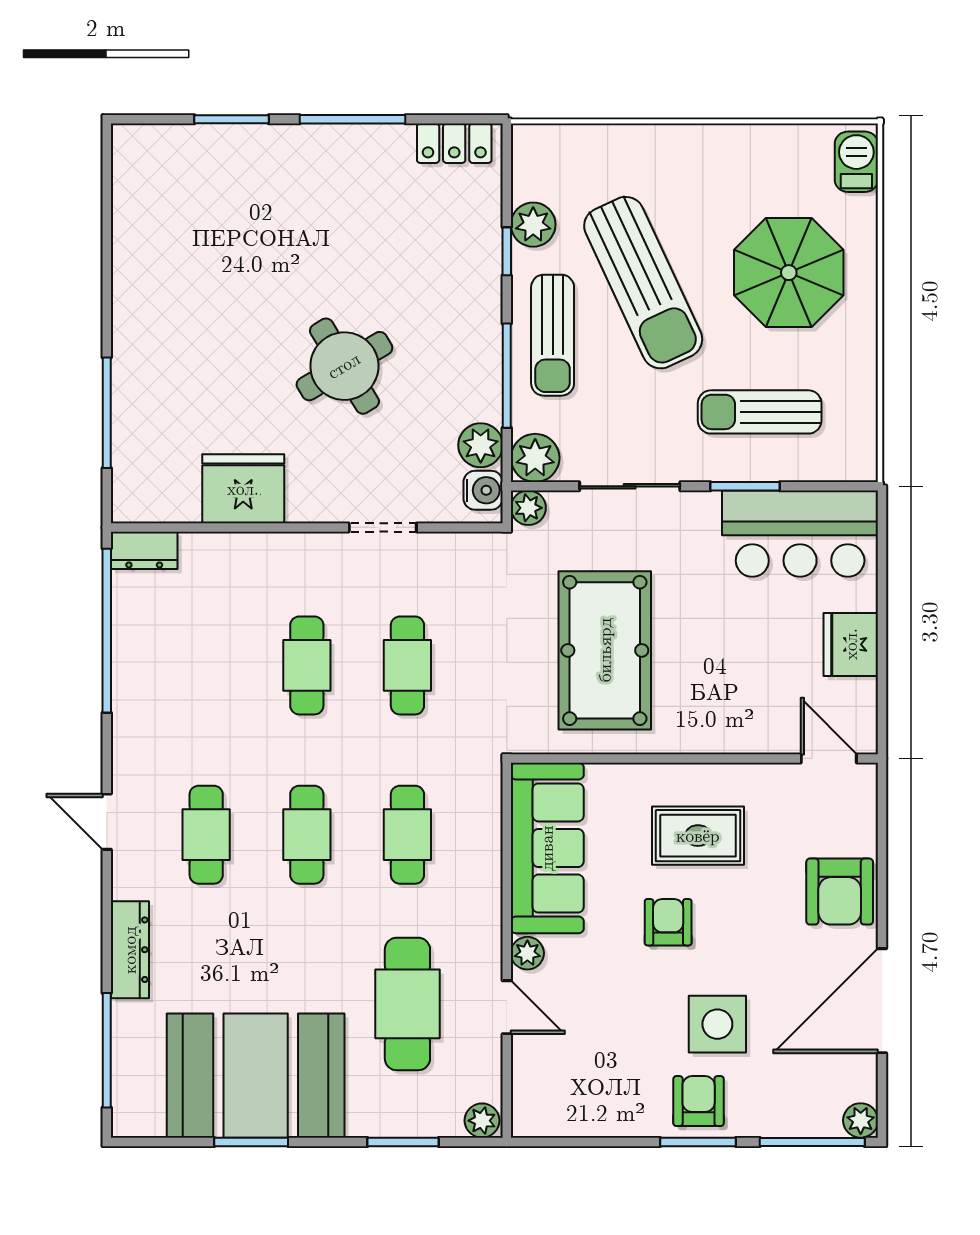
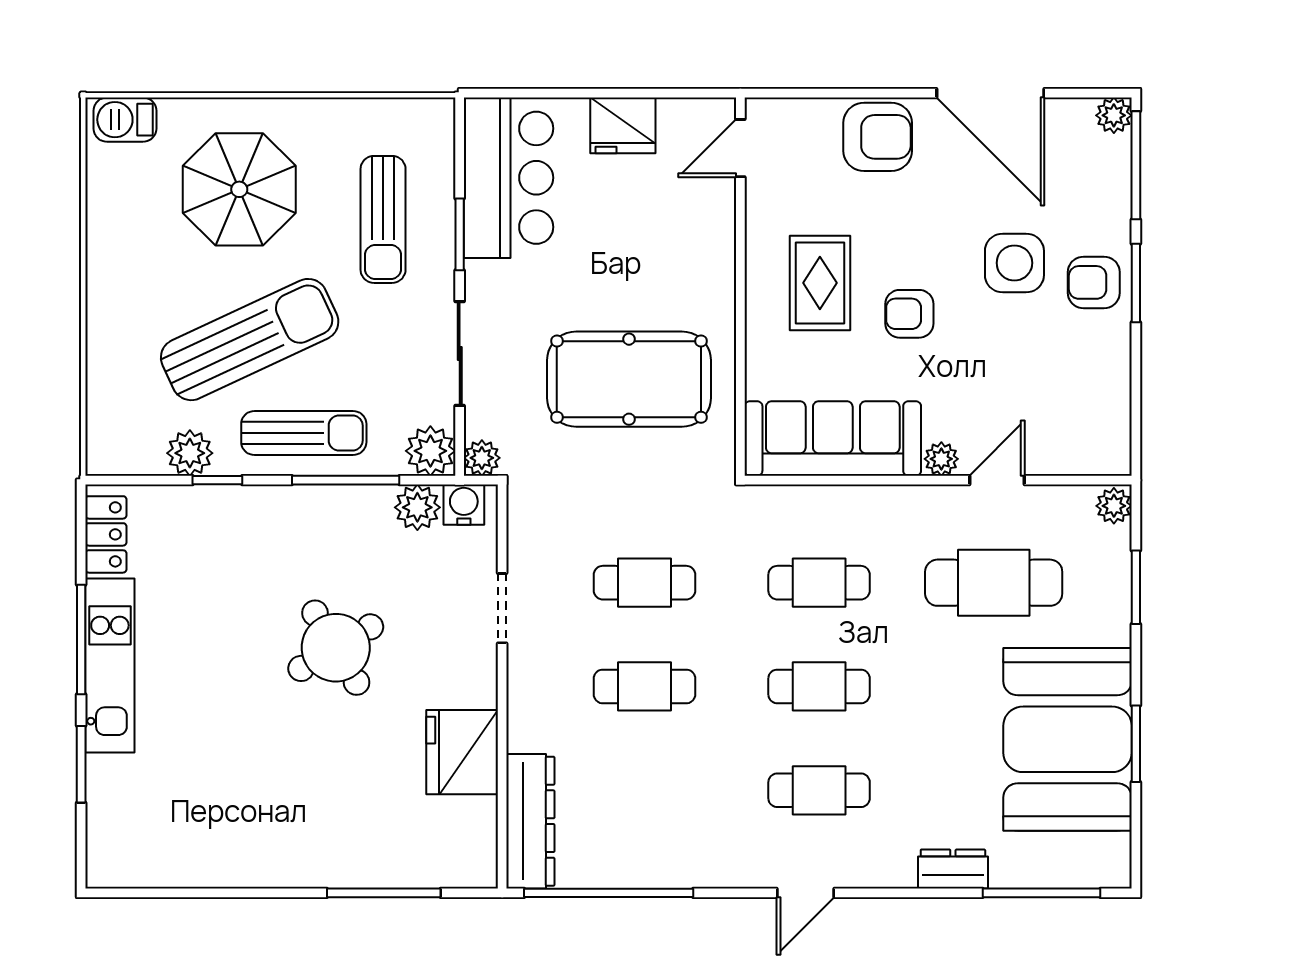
kitchen unit: (327, 147) -> (110, 665), added
dresser: (144, 550) -> (530, 821), width x1.96, depth x1.24
dresser: (130, 950) -> (953, 869), width x0.70

